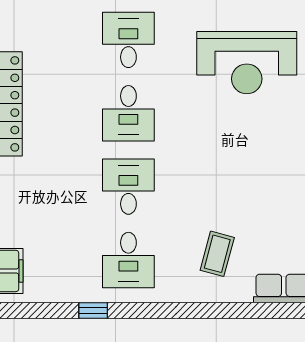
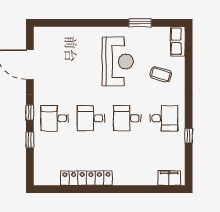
reception desk: (247, 63) -> (118, 62), moved
desk: (128, 113) -> (91, 118), turned 180

